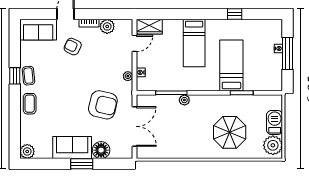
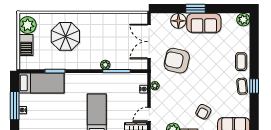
armchair: (73, 47) -> (203, 112), turned 92
bed: (231, 65) -> (41, 83), moved, turned -90

